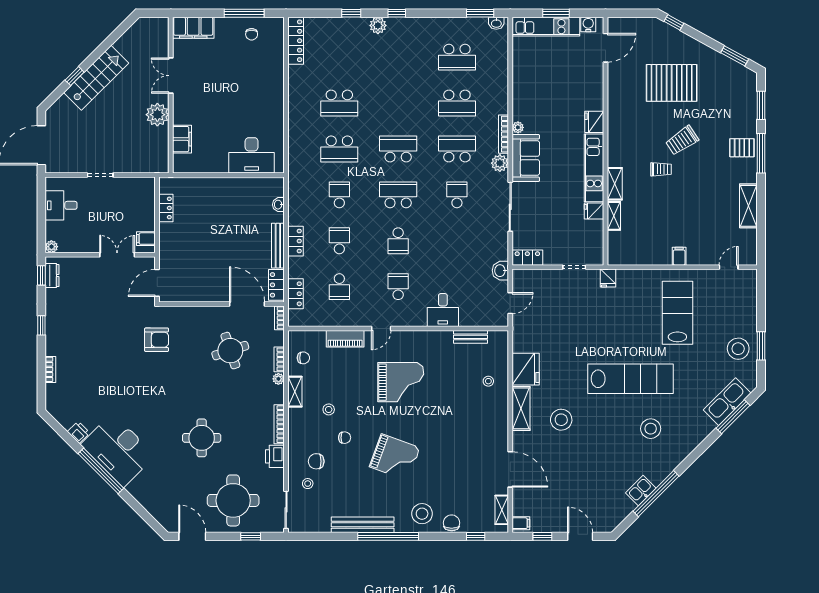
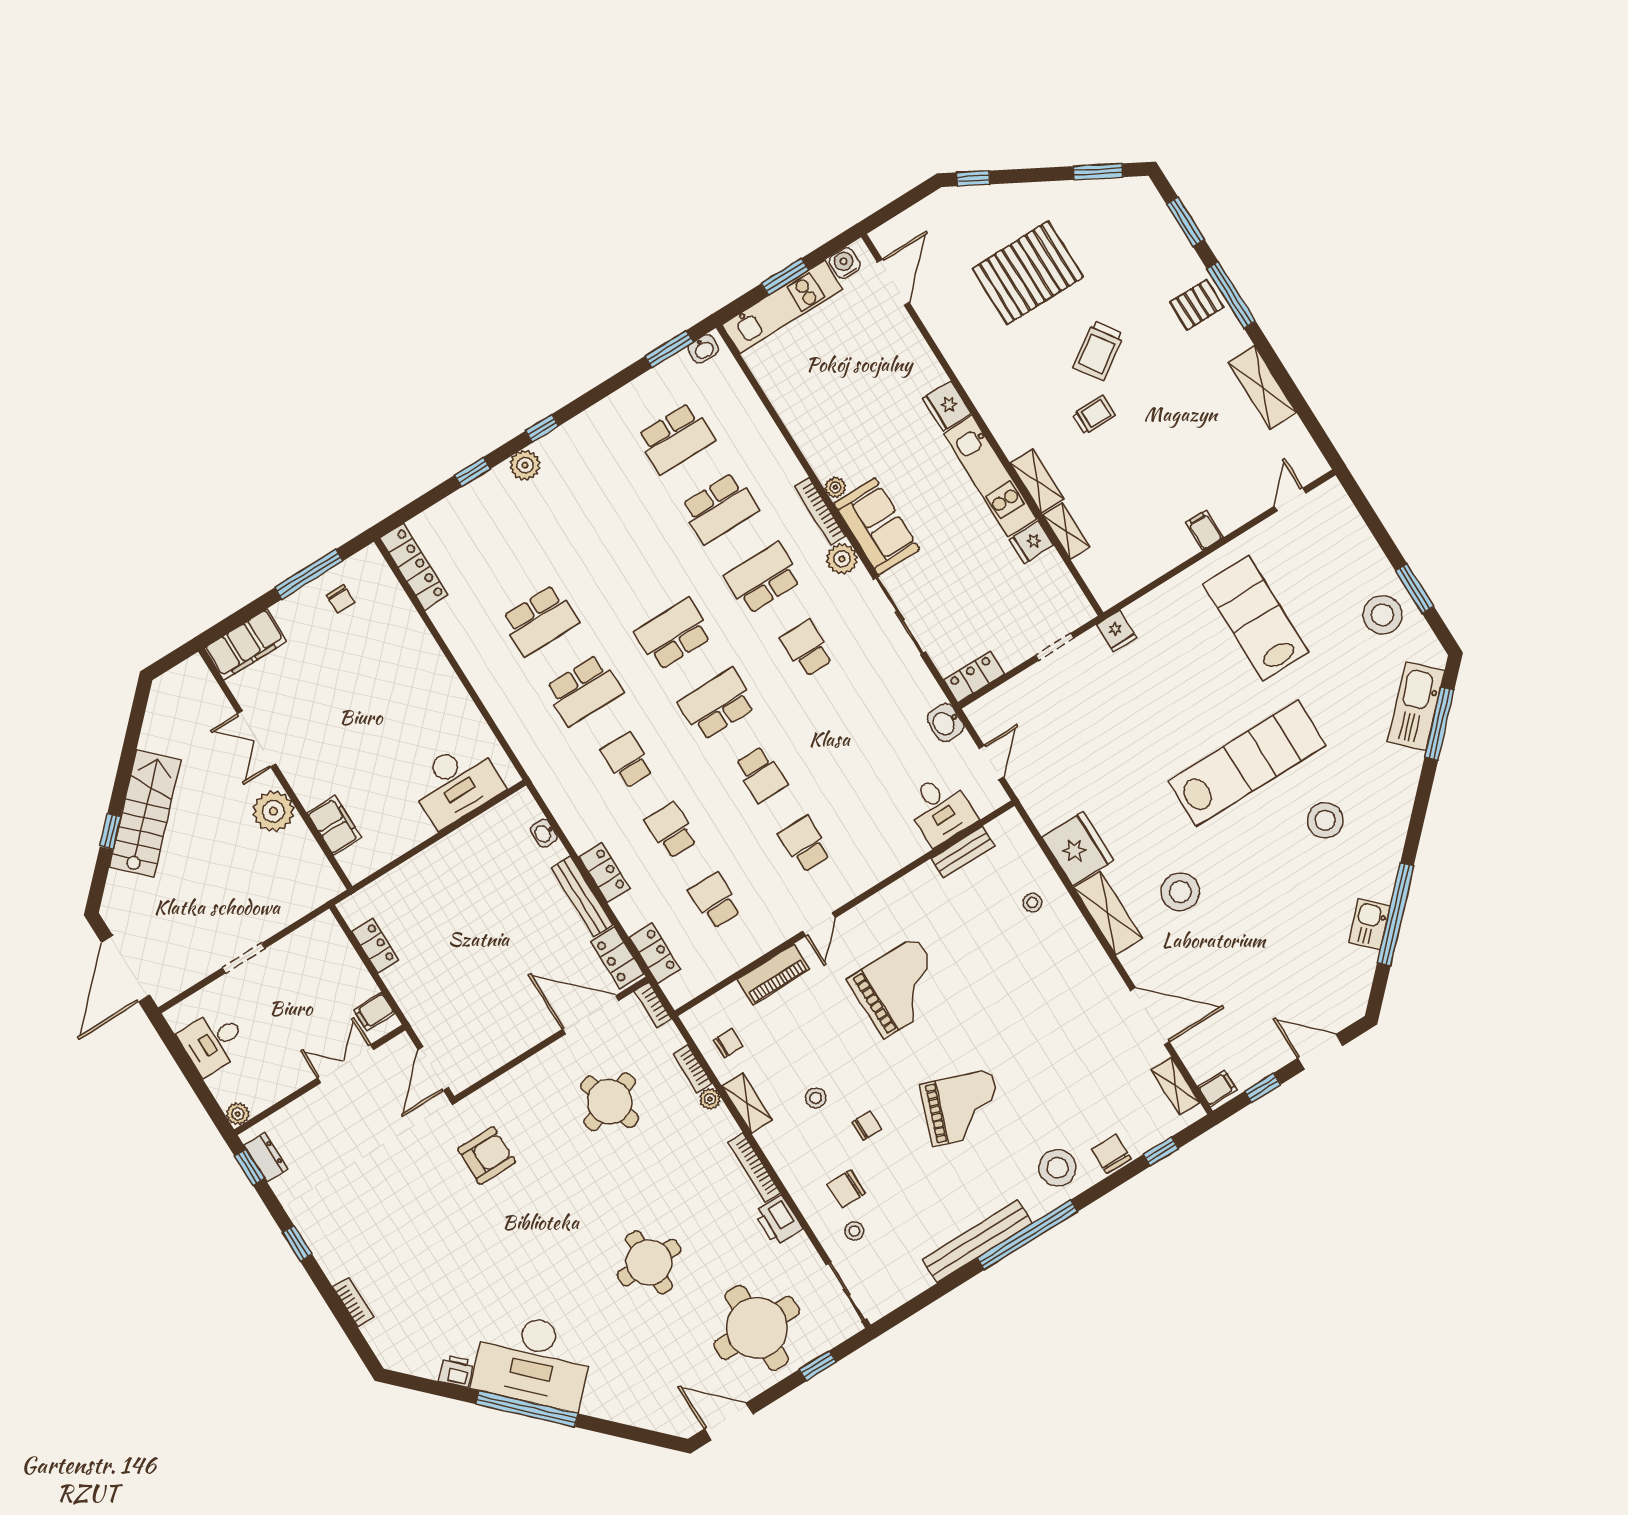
school desk: (339, 287) -> (715, 900), turned 180
desk: (443, 310) -> (940, 809), moved

